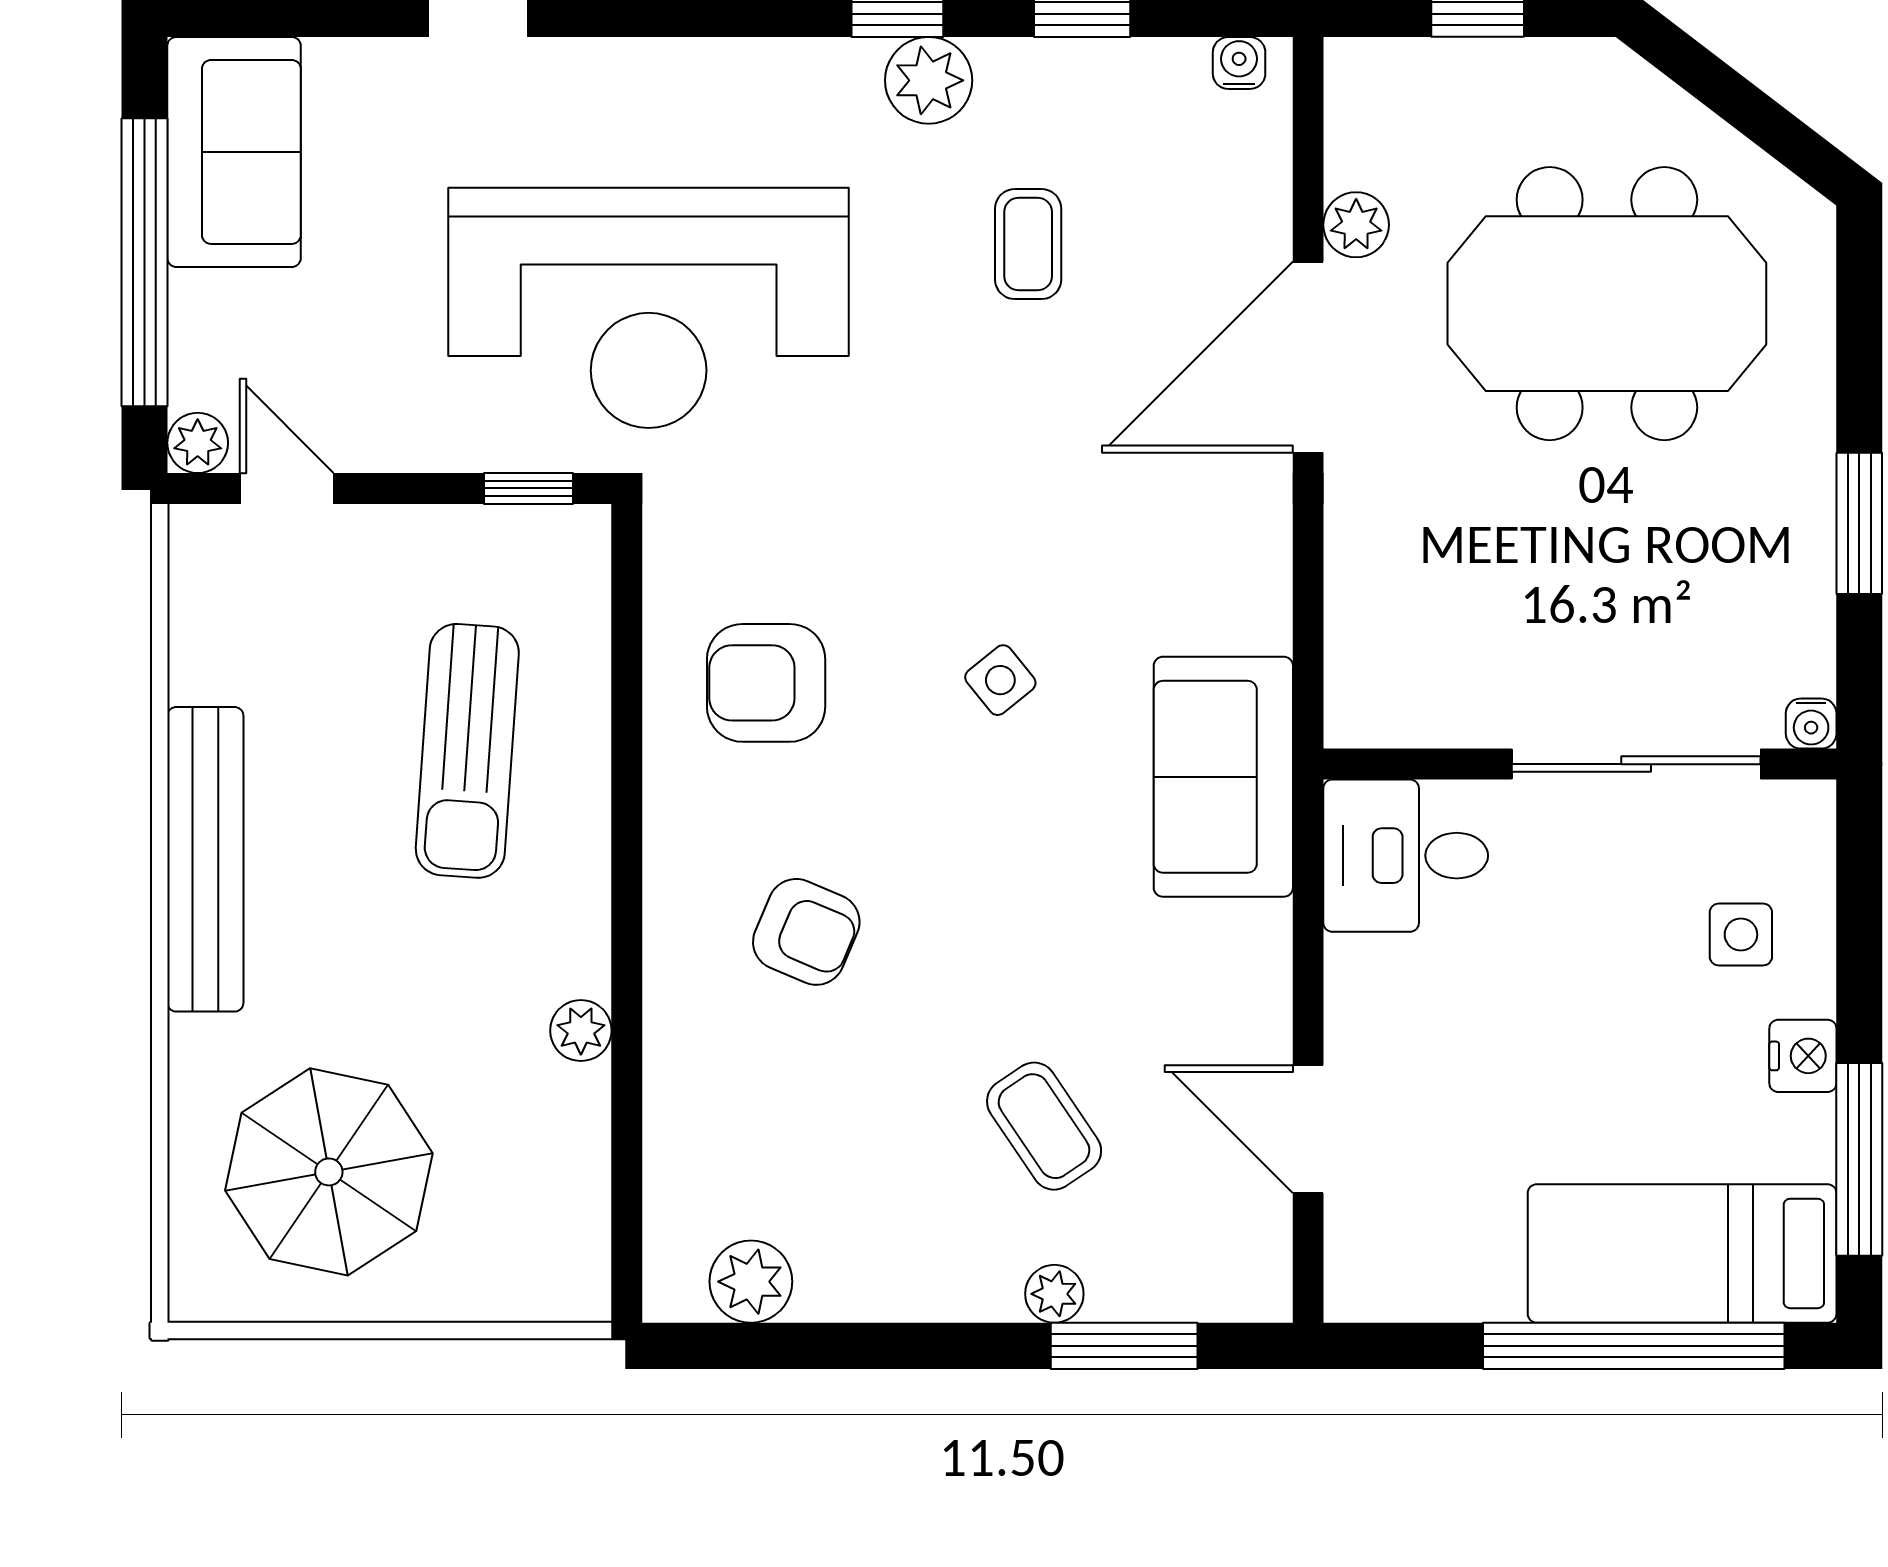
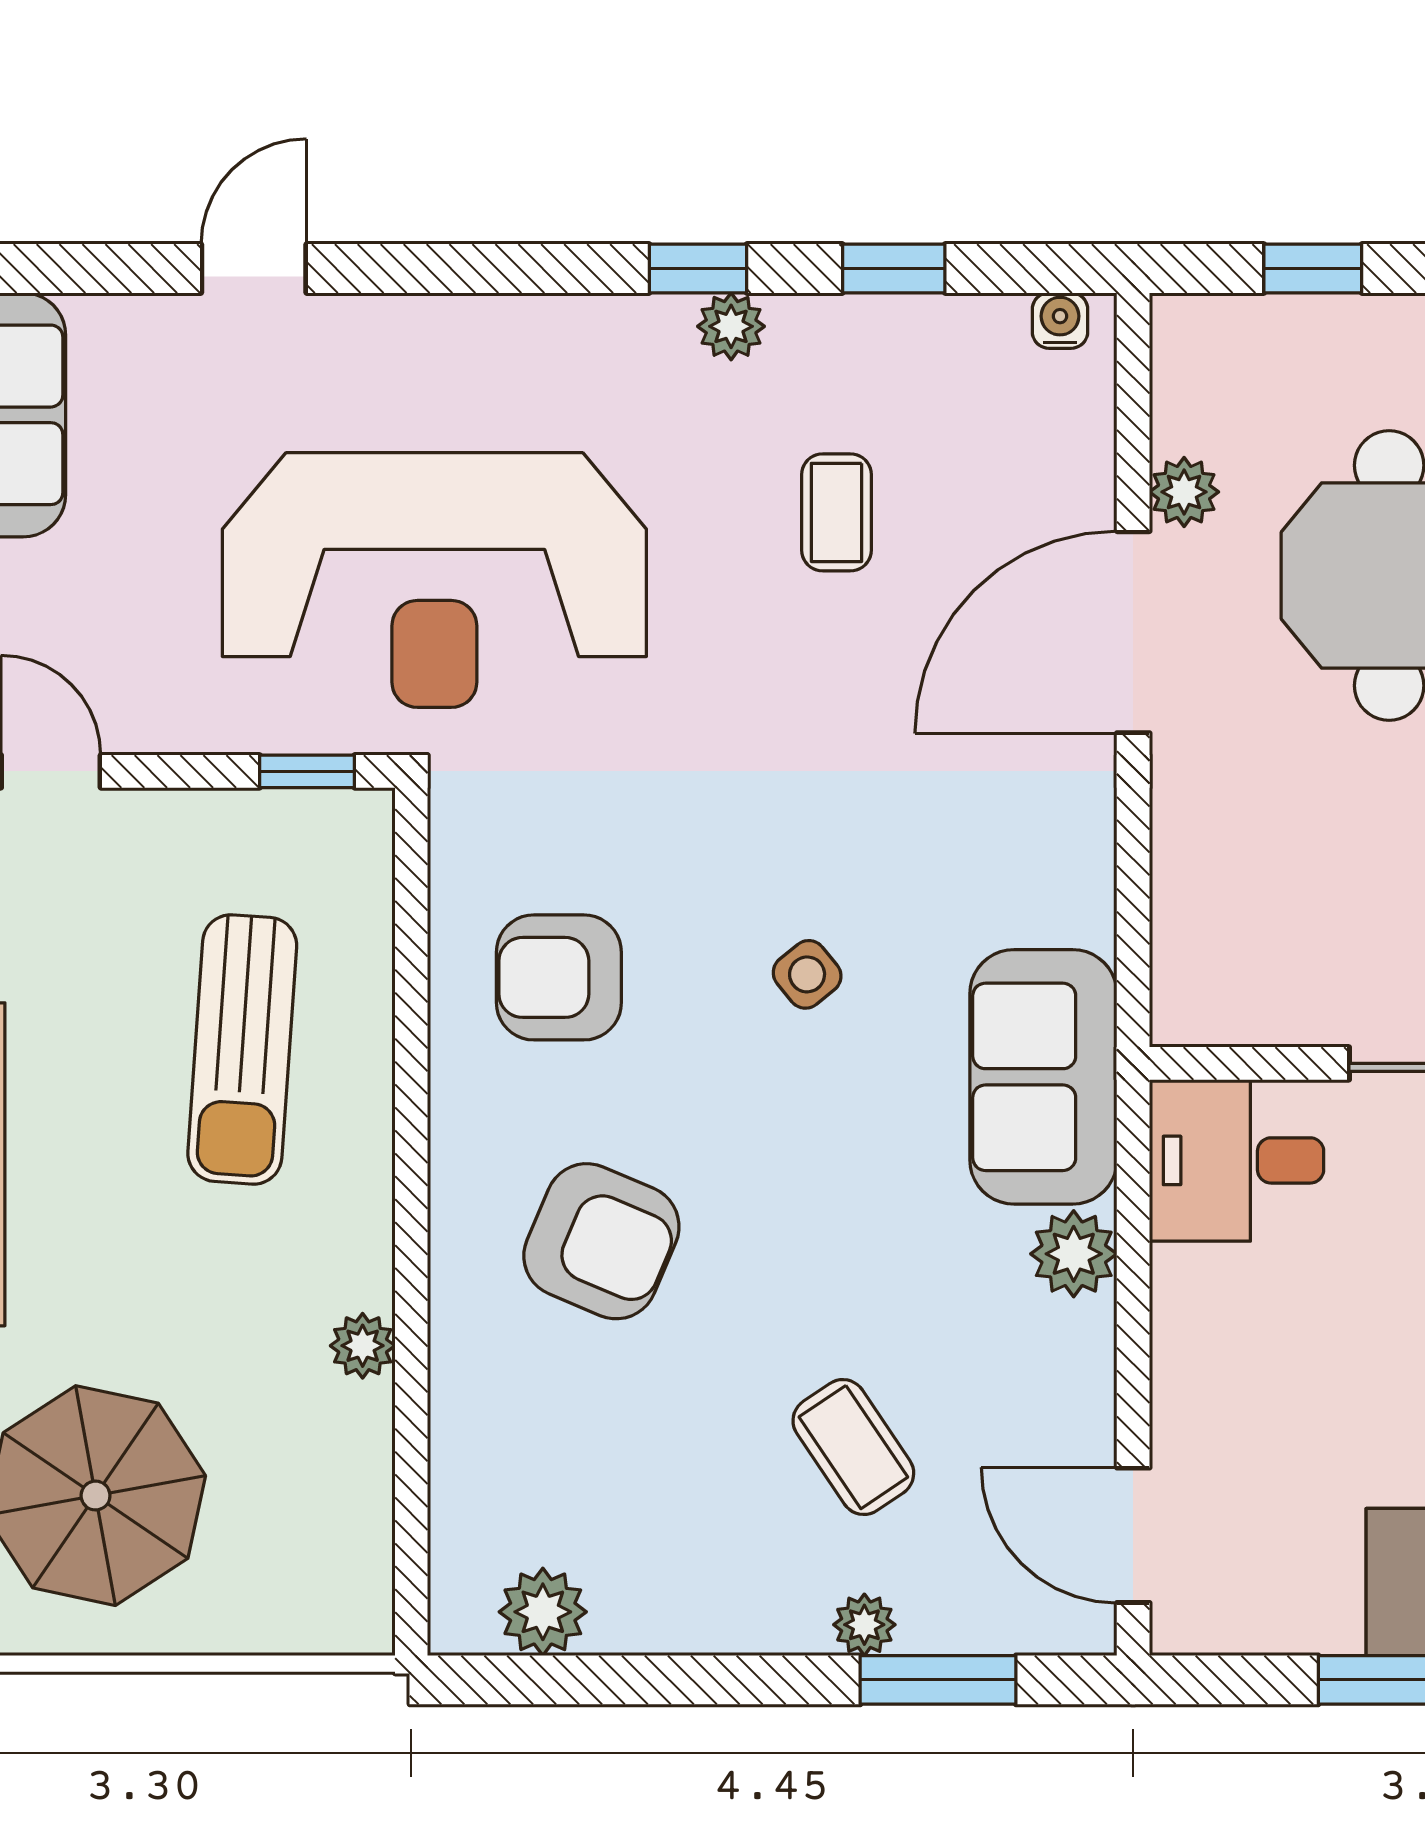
plant: (929, 80) -> (731, 326), width x0.73, depth x0.73
armchair: (806, 932) -> (601, 1241), width x1.38, depth x1.38
plant: (1252, 944) -> (1074, 1254), added
door: (1308, 1129) -> (1133, 1535), moved

